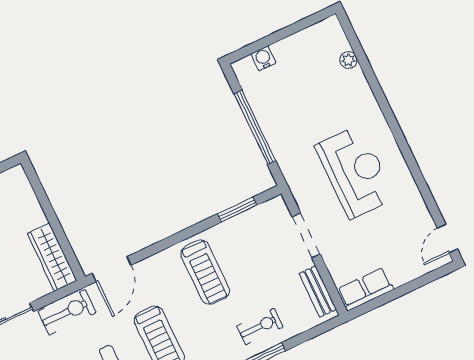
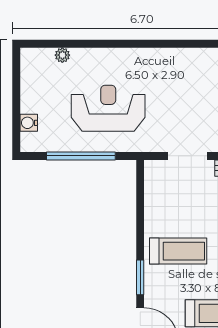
reception desk: (355, 172) -> (108, 108), moved
window: (237, 210) -> (140, 277), moved

